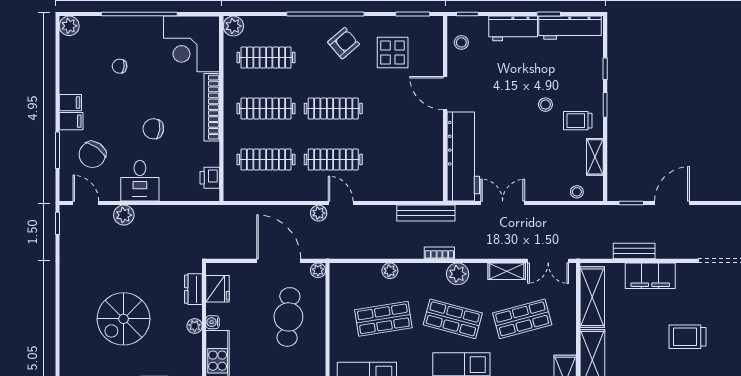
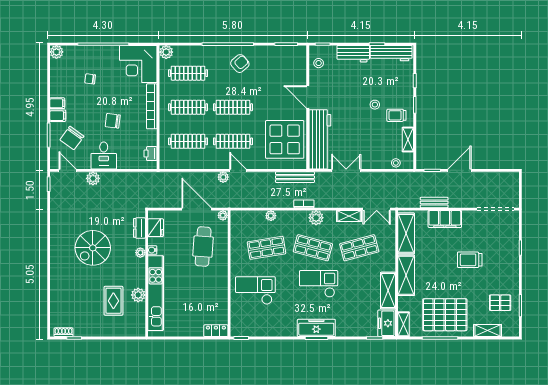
display table: (393, 53) -> (285, 139), moved, width x1.86, depth x1.86

